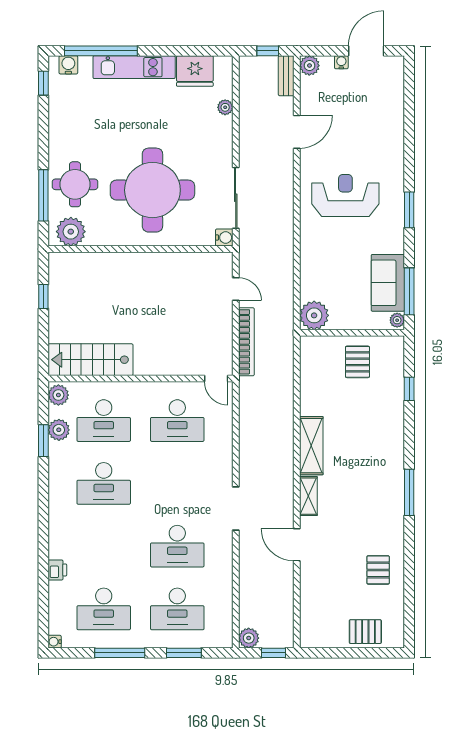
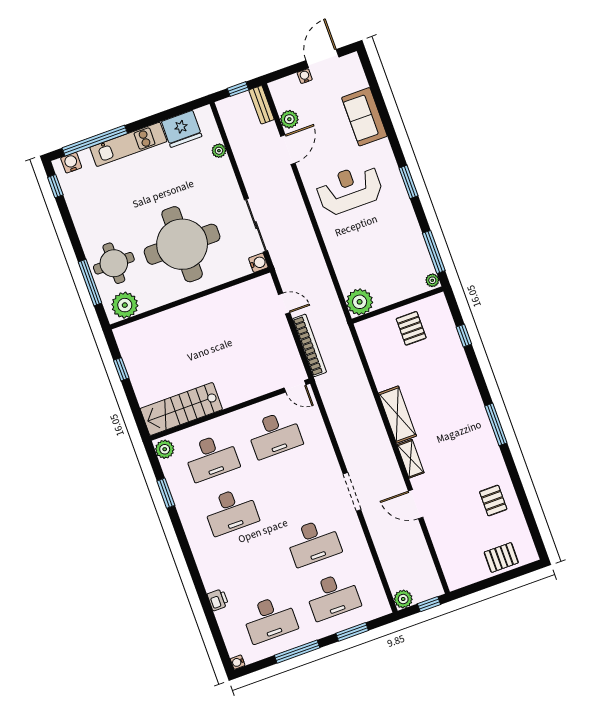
plant: (309, 66) -> (289, 119), moved
sofa: (388, 283) -> (364, 117), moved
plant: (59, 430) -> (176, 479), removed

